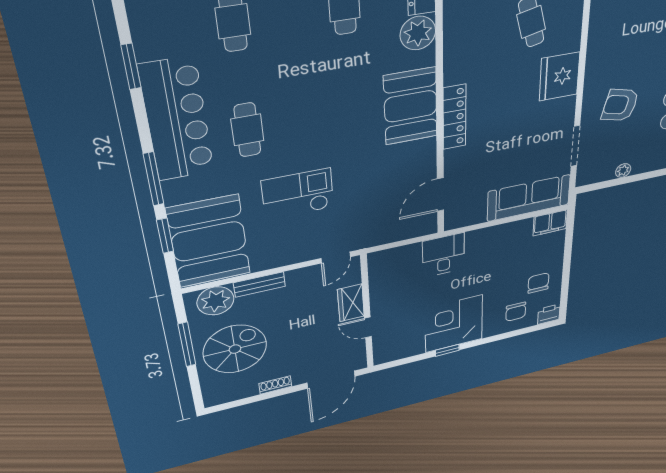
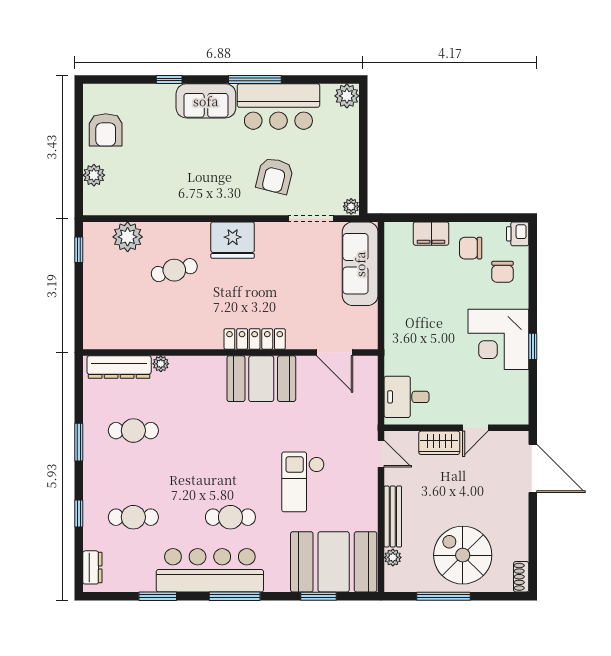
plant: (418, 33) -> (161, 364), width x0.53, depth x0.53
booth: (411, 106) -> (261, 379), moved
plant: (623, 170) -> (351, 206), moved
window: (154, 179) -> (235, 596), moved
filing cabinet: (550, 223) -> (431, 234), moved, turned 90
desk: (444, 255) -> (407, 397), moved
bench: (260, 285) -> (393, 516), width x1.36
plant: (215, 301) -> (393, 557), width x0.53, depth x0.53
chair: (516, 312) -> (502, 272), turned 90
shoe rack: (275, 385) -> (521, 577), moved

